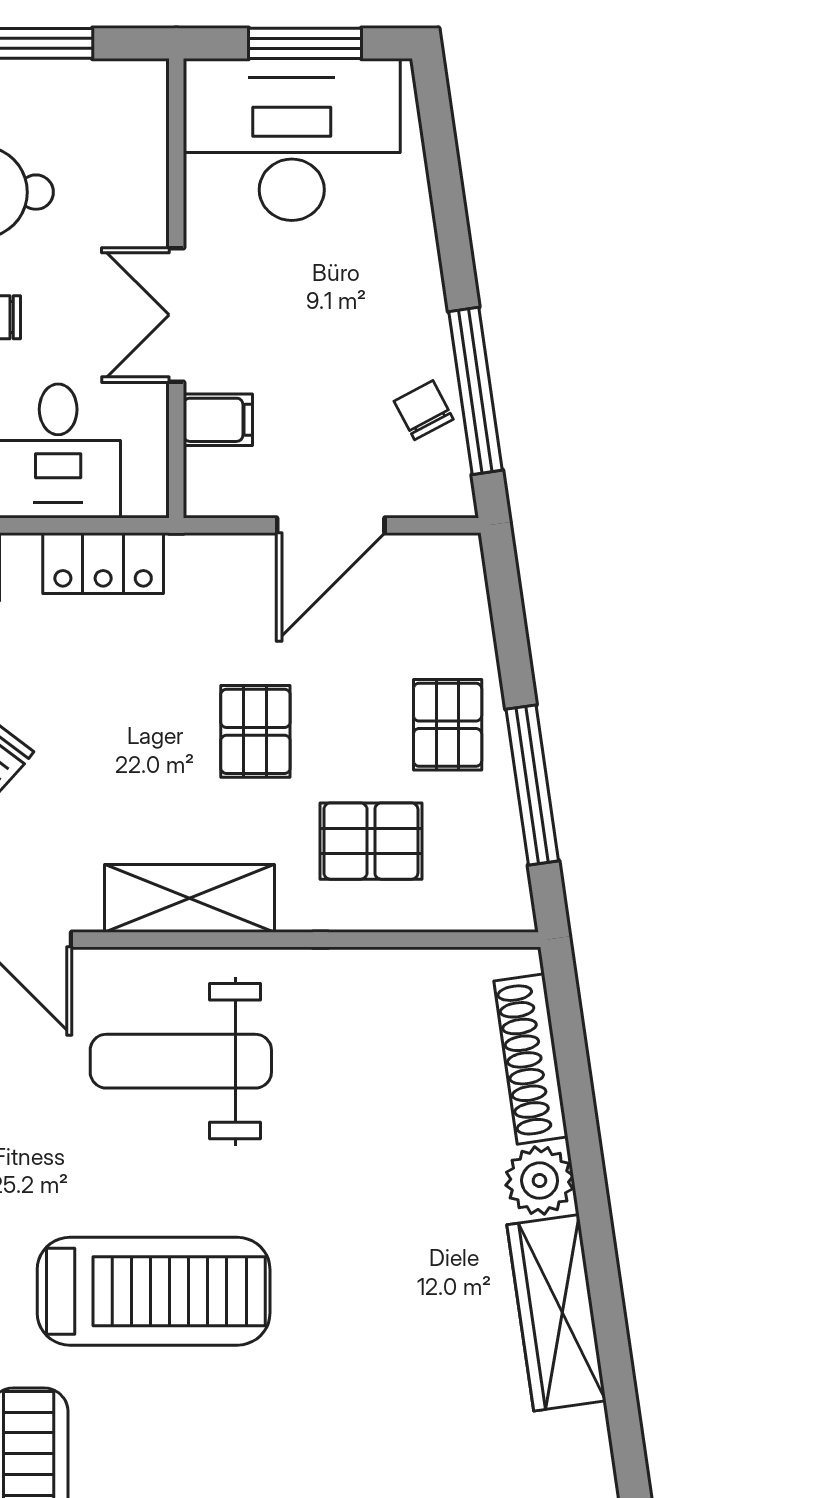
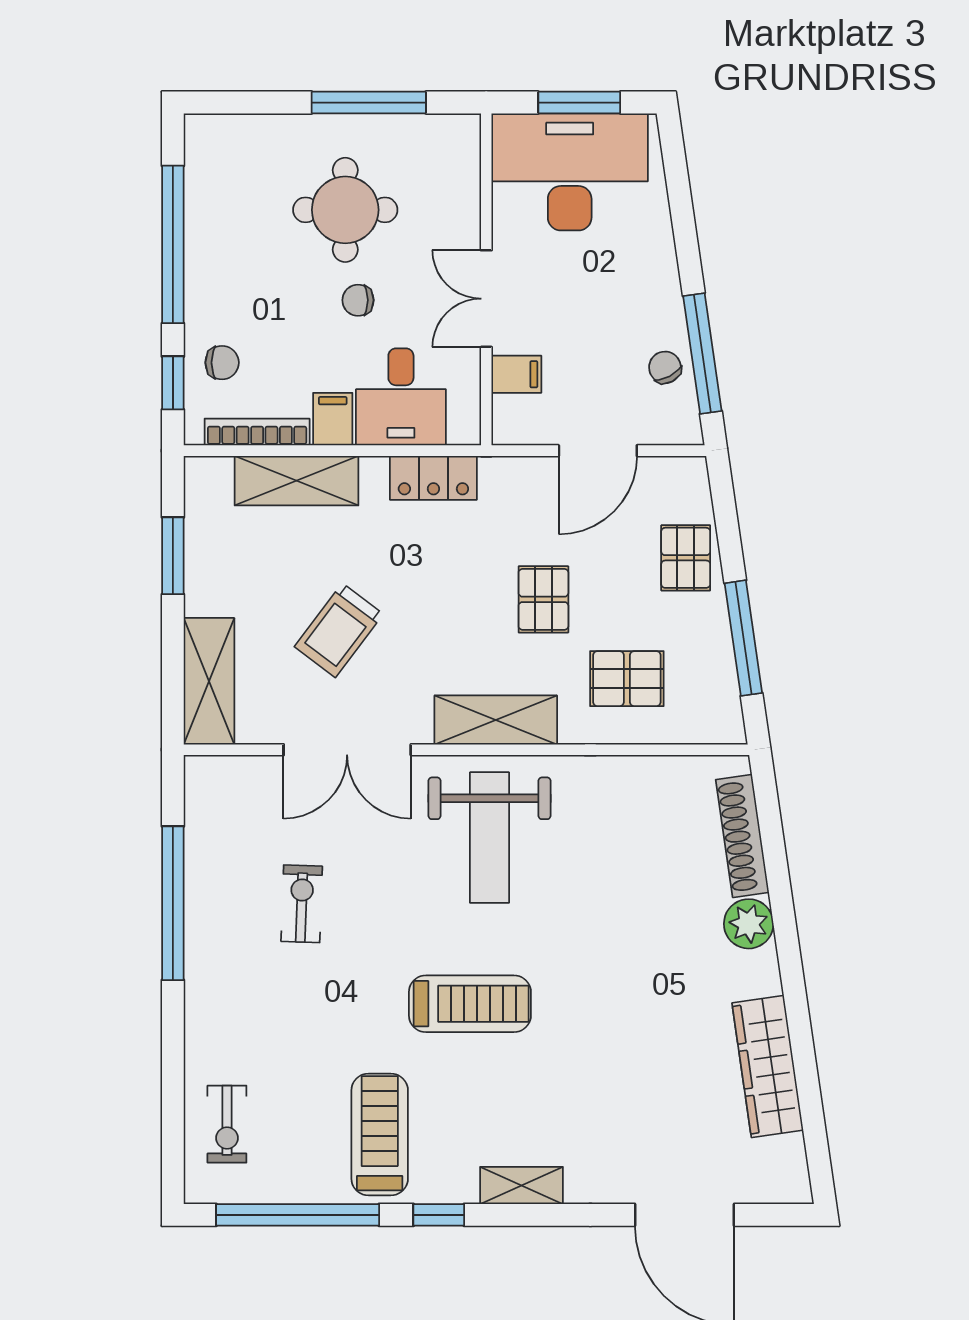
pallet: (448, 725) -> (686, 558), moved
weight bench: (181, 1061) -> (490, 838), turned -90
treadmill: (154, 1291) -> (470, 1004), width x0.73, depth x0.73
wardrobe: (556, 1313) -> (768, 1067), moved

